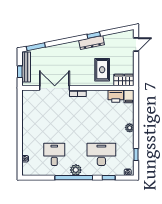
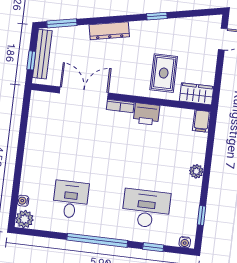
dresser: (92, 43) -> (109, 31), moved
printer: (116, 96) -> (146, 114), moved
plant: (76, 170) -> (24, 219), moved

